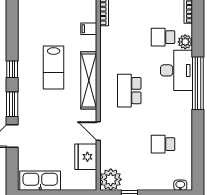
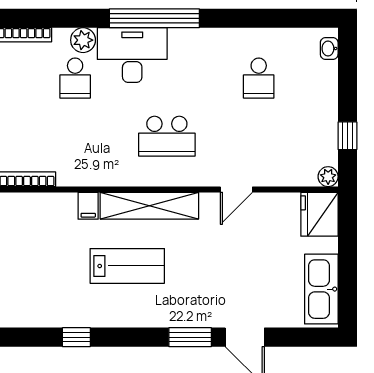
filing cabinet: (89, 29) -> (88, 206), moved
window: (12, 69) -> (76, 337), moved
fridge: (86, 157) -> (319, 214), moved, turned 90
plant: (111, 179) -> (328, 177), width x0.53, depth x0.53

